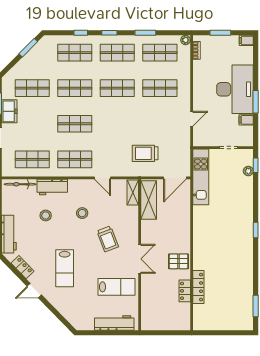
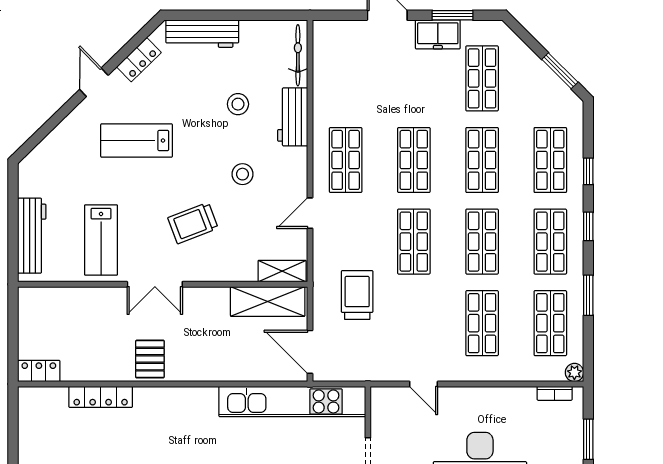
shop shelf: (32, 159) -> (414, 242), moved
kitchen unit: (201, 177) -> (292, 401), width x1.36
locker: (185, 291) -> (39, 371), moved

